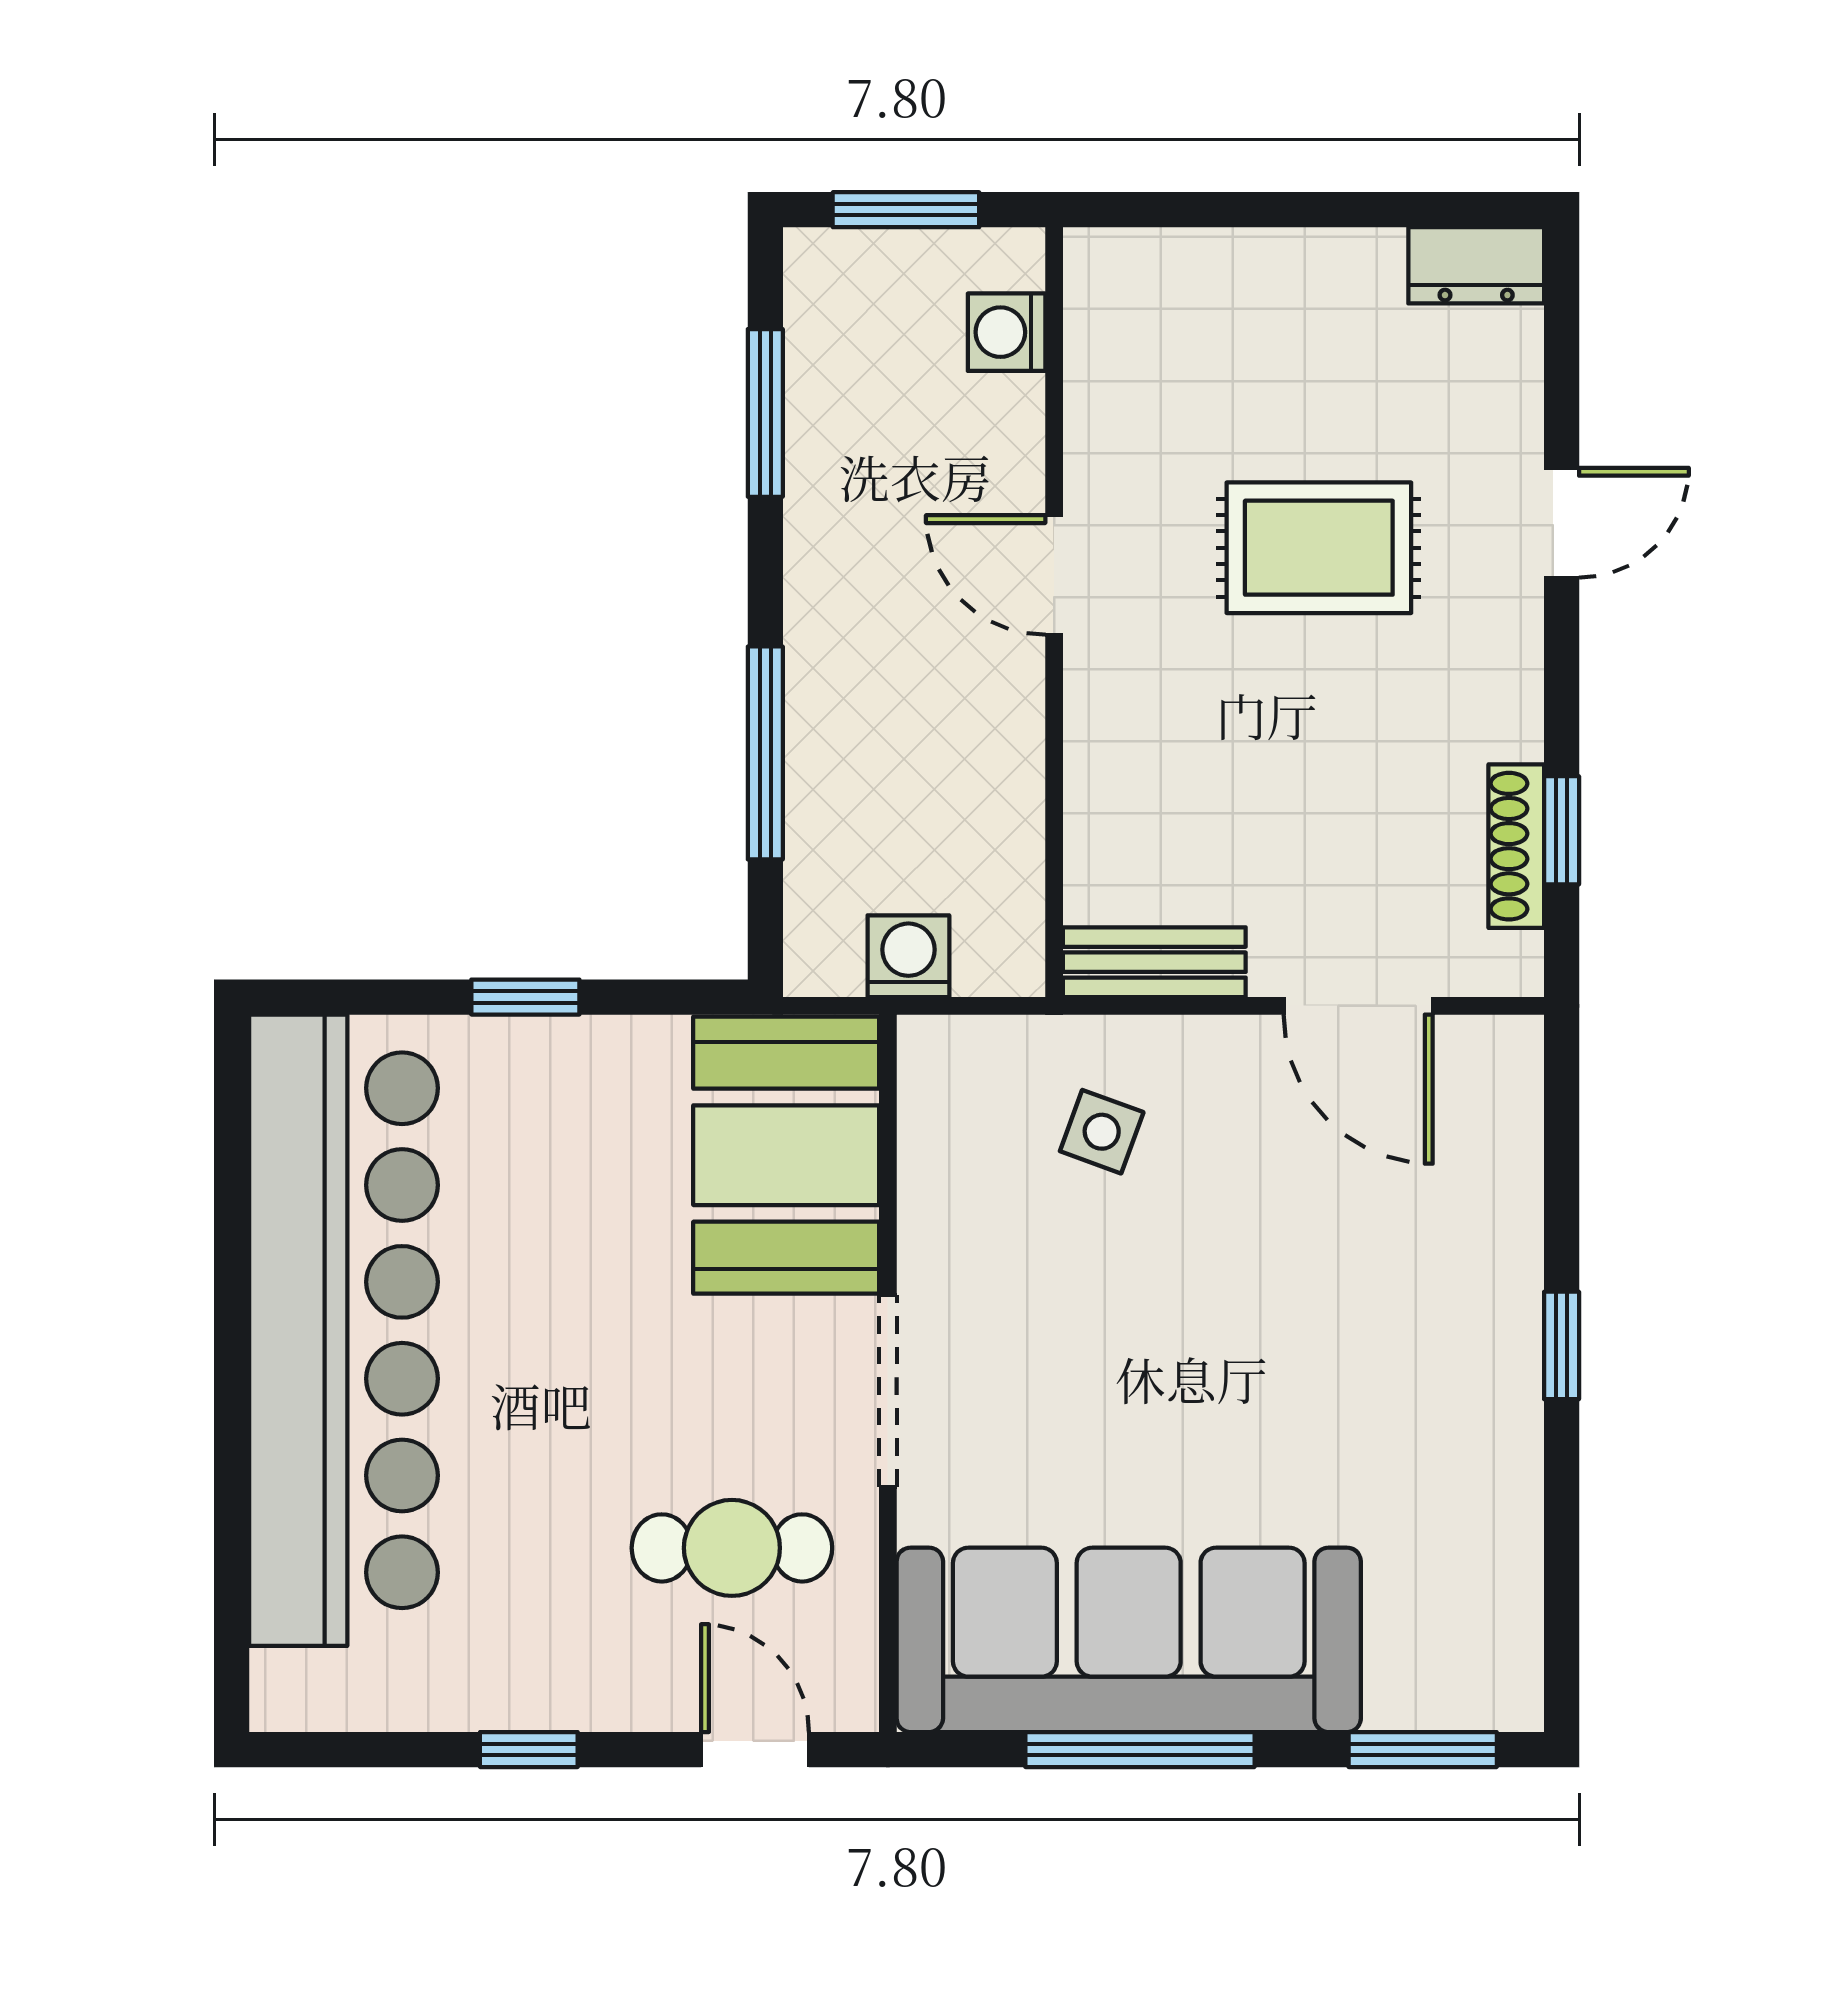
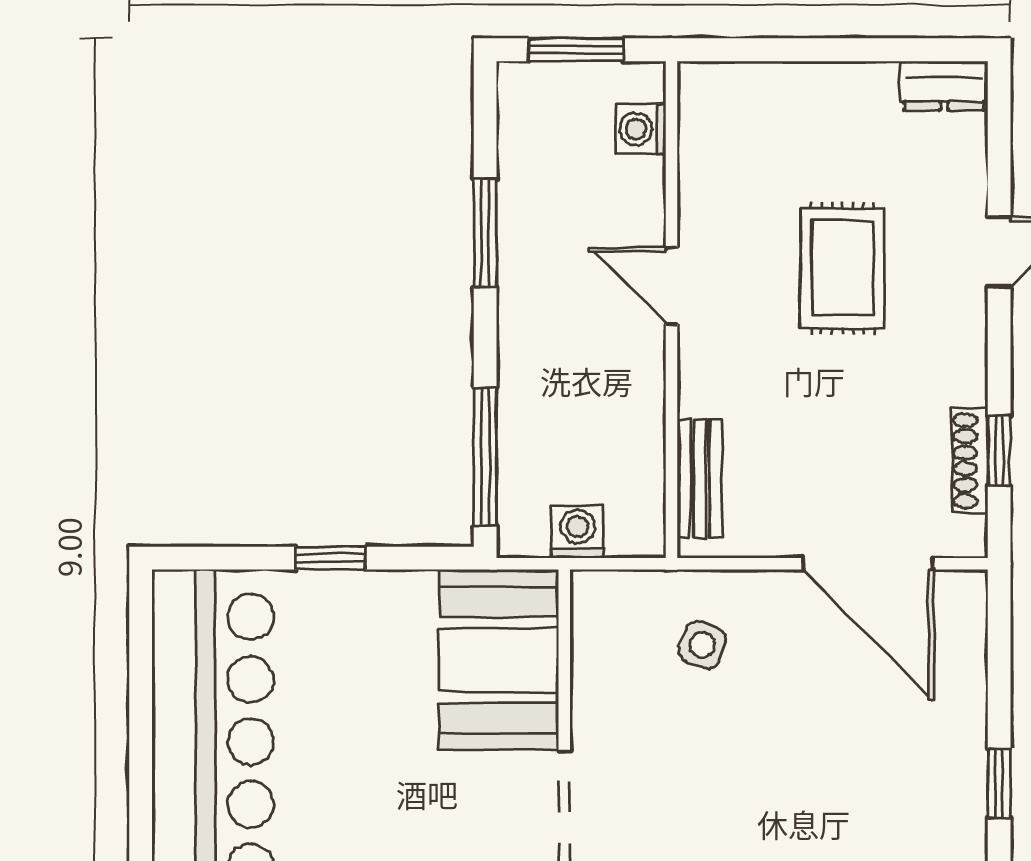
window: (765, 413) -> (485, 233), moved
rug: (1319, 548) -> (842, 268), turned 90
window: (765, 753) -> (485, 457), moved
bench: (1154, 962) -> (700, 479), moved, turned 90
door: (1358, 1006) -> (868, 564), width x1.36

